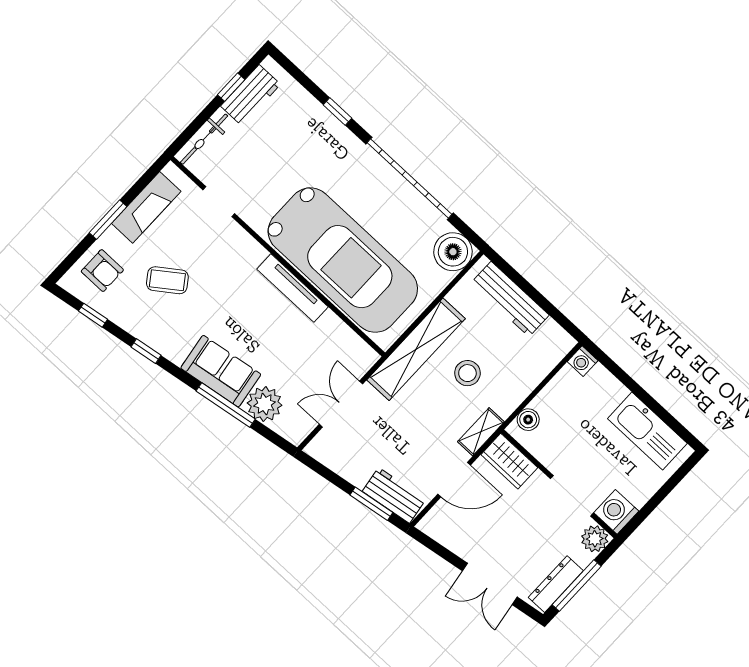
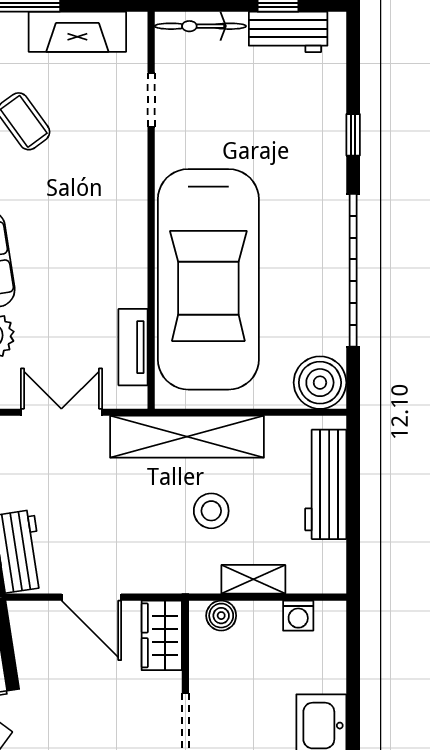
tv unit: (292, 288) -> (133, 347), moved, width x0.71
washing machine: (583, 361) -> (298, 616), moved, turned -90
shelving: (481, 432) -> (253, 579), moved

